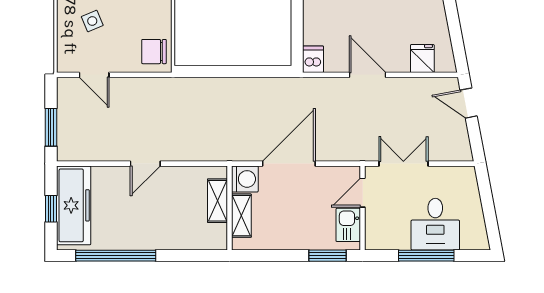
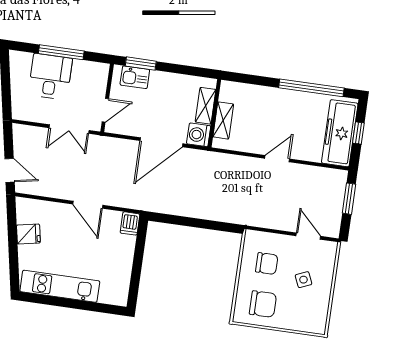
chair: (154, 52) -> (267, 264), moved
fridge: (422, 59) -> (28, 234), moved, turned -101
kitchen sink: (348, 225) -> (135, 77), moved, turned 90

